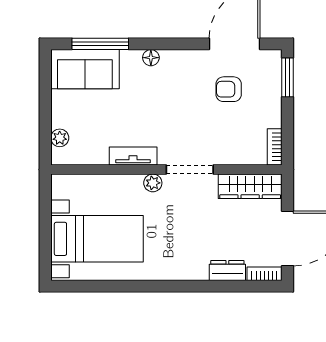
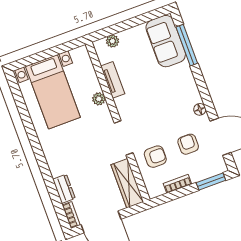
floor lamp: (151, 58) -> (200, 109), moved
armchair: (229, 138) -> (155, 157), added
bookcase: (275, 147) -> (177, 184), moved
tv unit: (133, 156) -> (113, 80), moved
plant: (153, 183) -> (99, 99), moved

